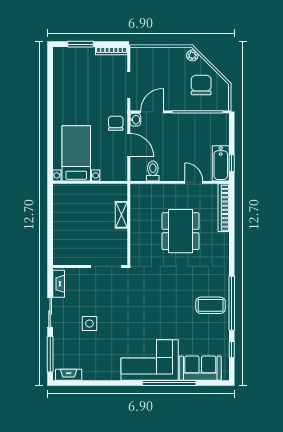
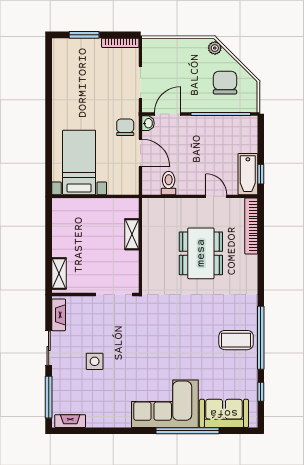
shelving: (59, 248) -> (59, 273), added

